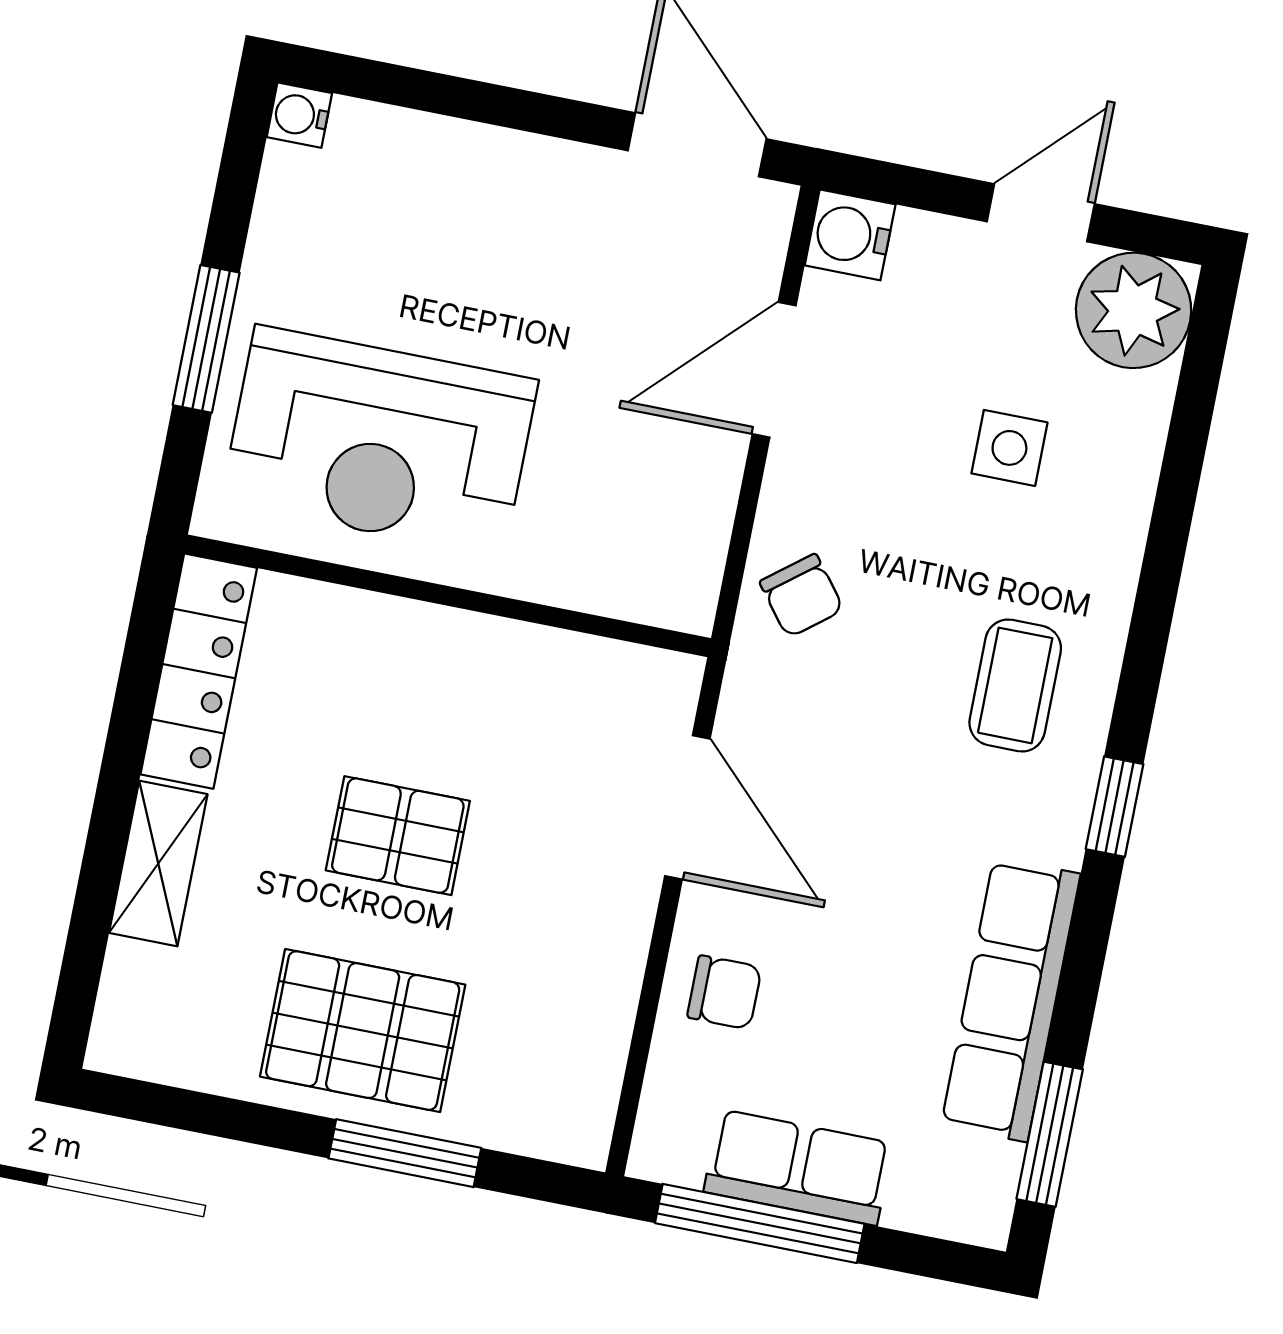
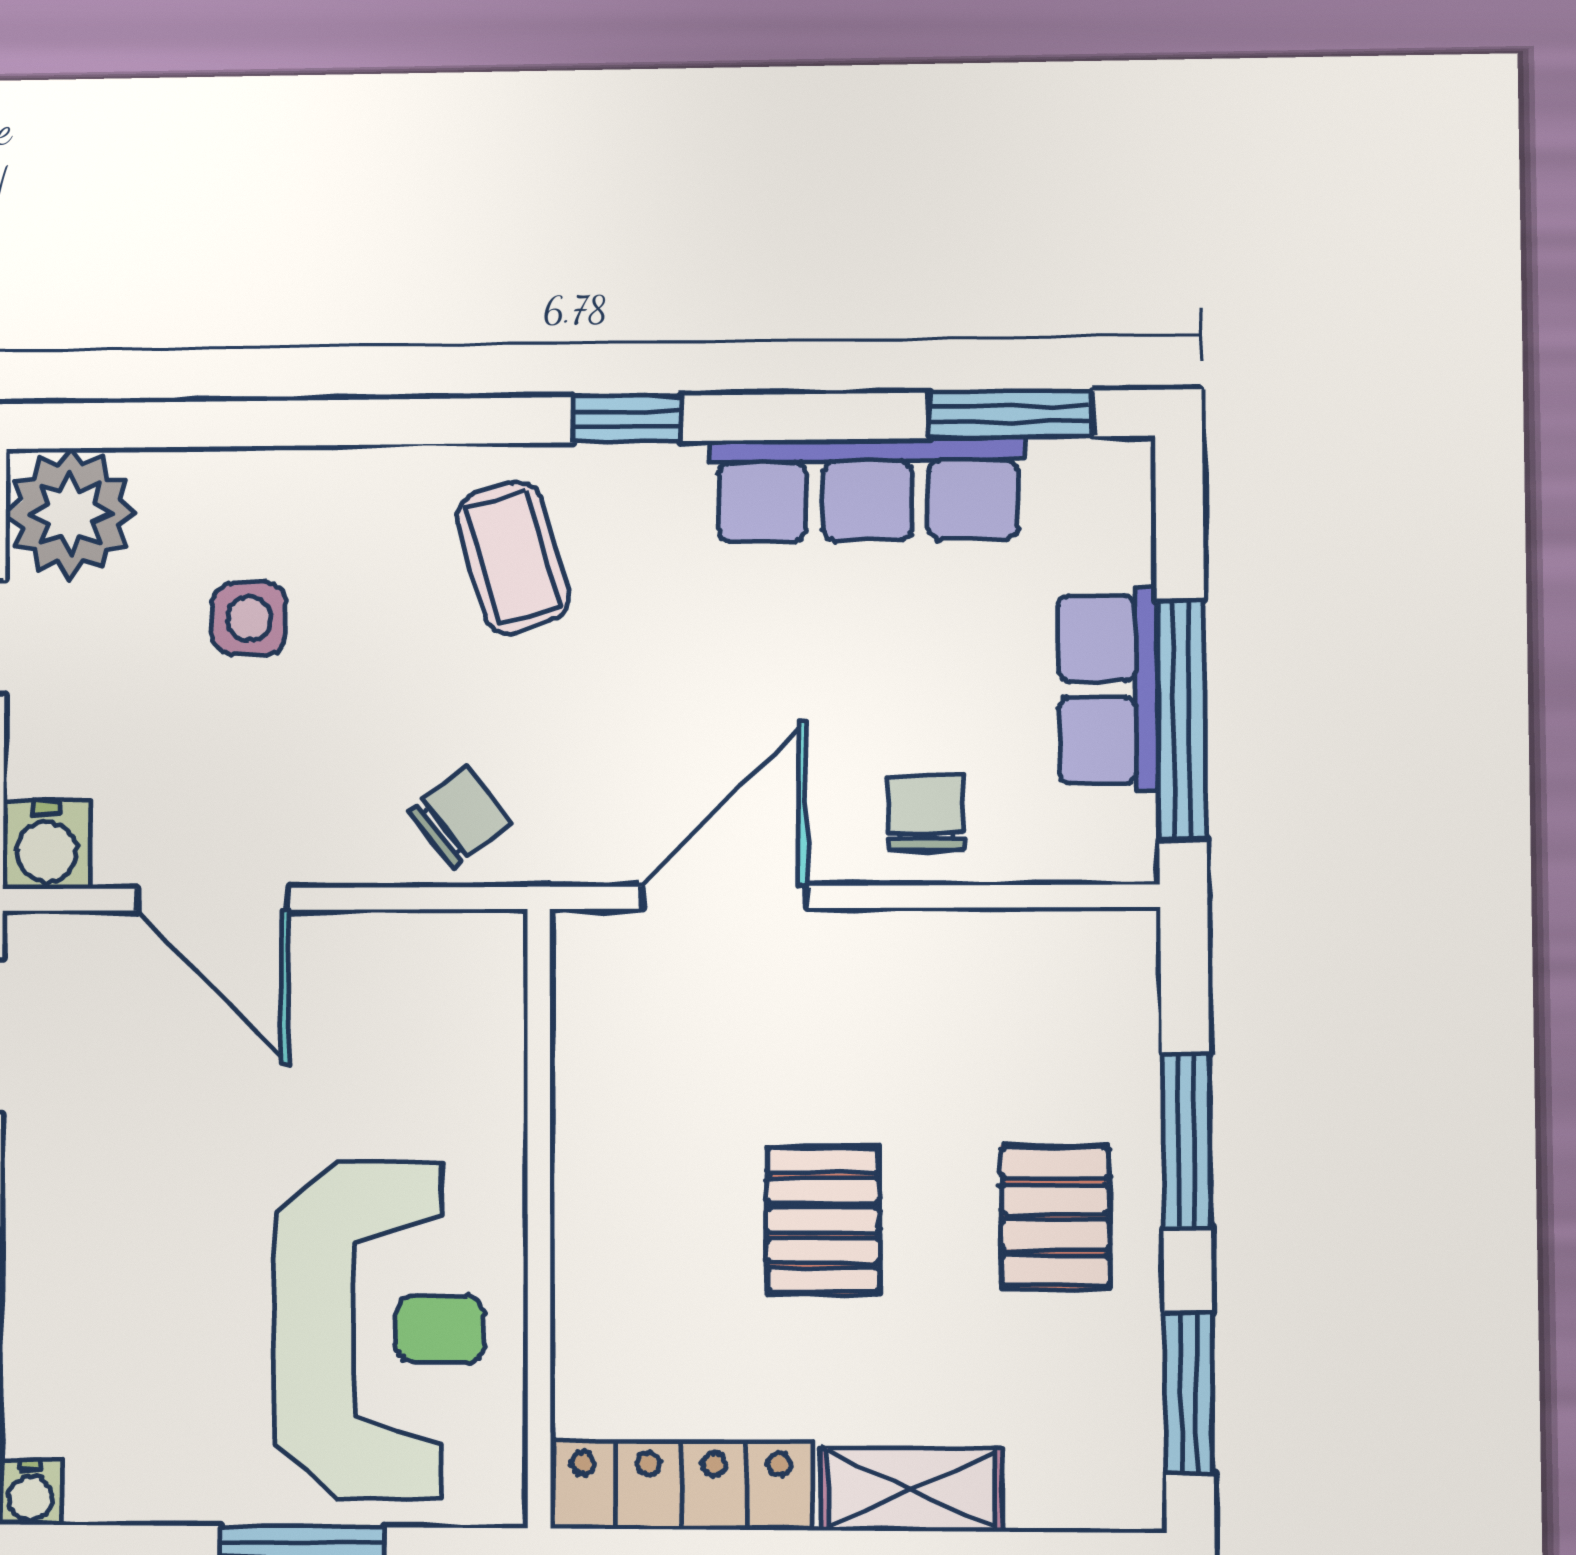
coffee table: (1015, 685) -> (513, 558), turned 74
pallet: (363, 1031) -> (1055, 1217), width x0.67, depth x0.71
window: (194, 1112) -> (1189, 1393), added

